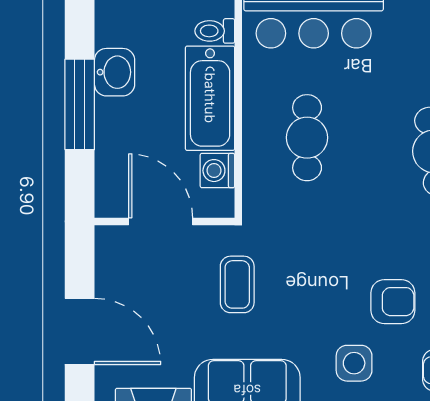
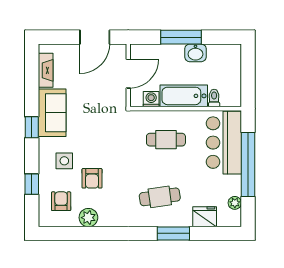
coffee table: (237, 284) -> (100, 108), removed
door: (80, 331) -> (95, 37), moved

